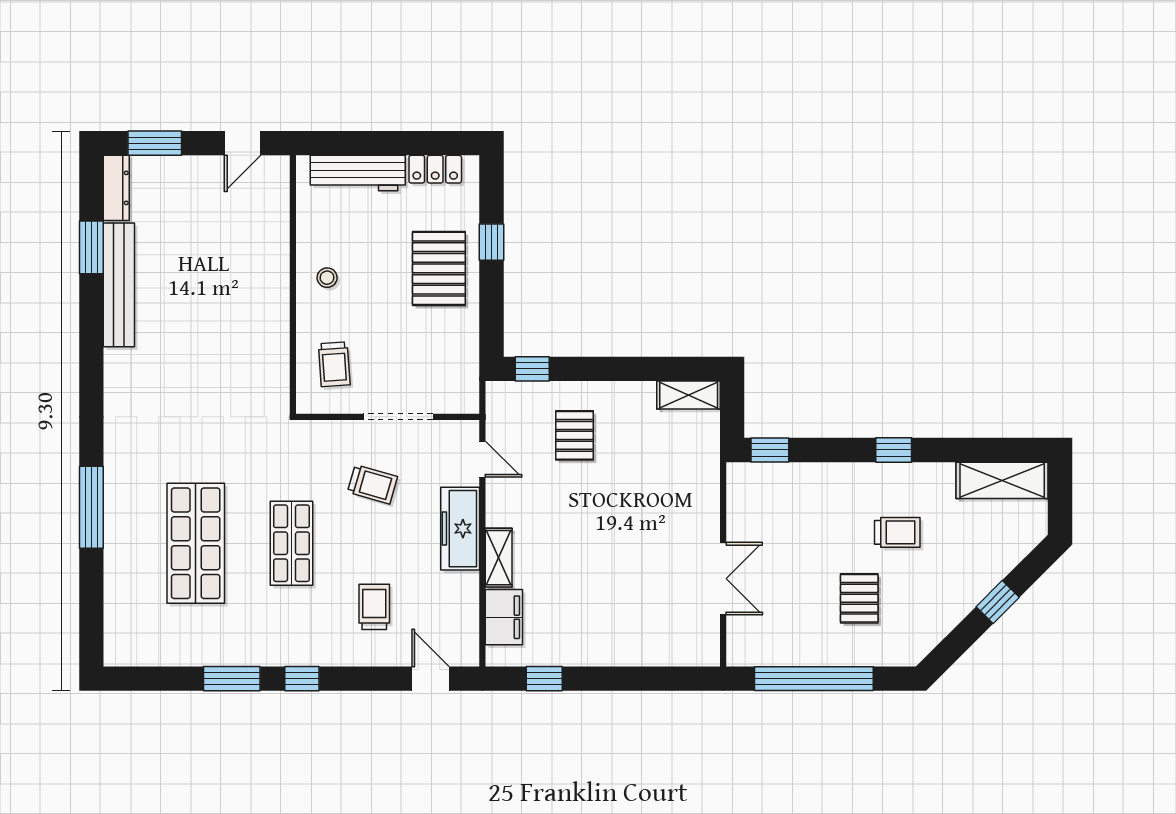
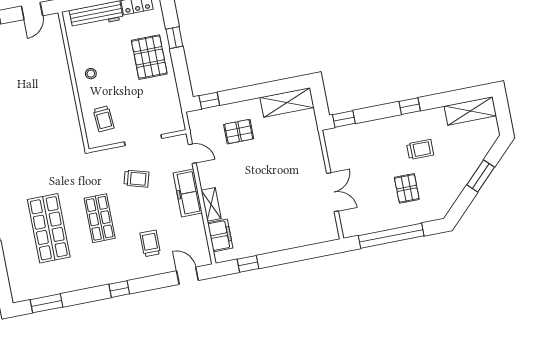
shelving: (689, 395) -> (287, 102), width x1.50, depth x1.33
pallet: (574, 435) -> (239, 132), turned 90
window: (998, 602) -> (481, 176), width x1.50
window: (232, 679) -> (47, 303), moved

